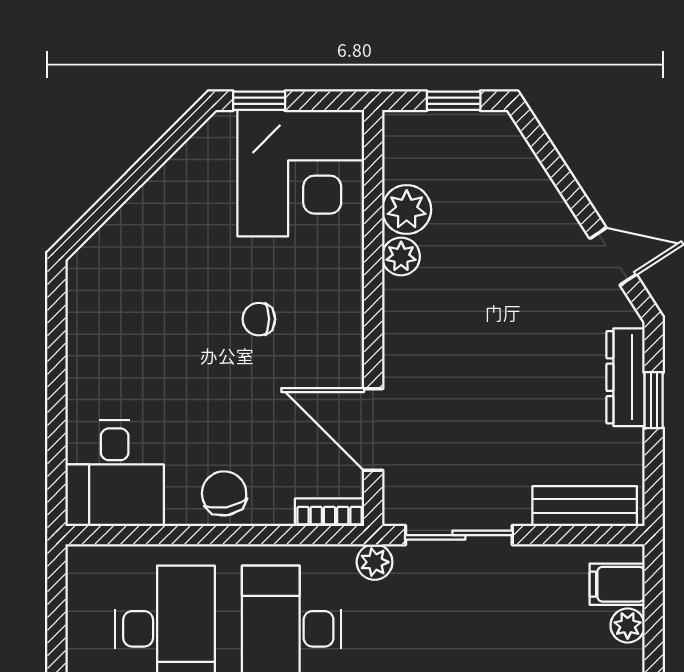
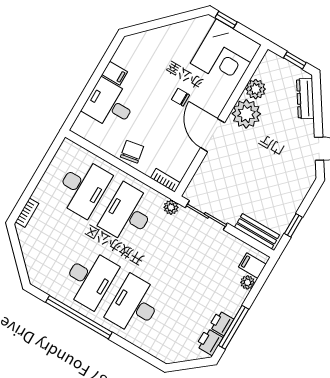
plant: (401, 256) -> (246, 114), width x1.88, depth x1.88
filing cabinet: (91, 350) -> (115, 73), added
dresser: (625, 377) -> (305, 99), moved, turned -33
window: (654, 400) -> (293, 225), moved
door: (373, 429) -> (213, 135), moved
desk: (115, 473) -> (109, 104), moved, turned 90

